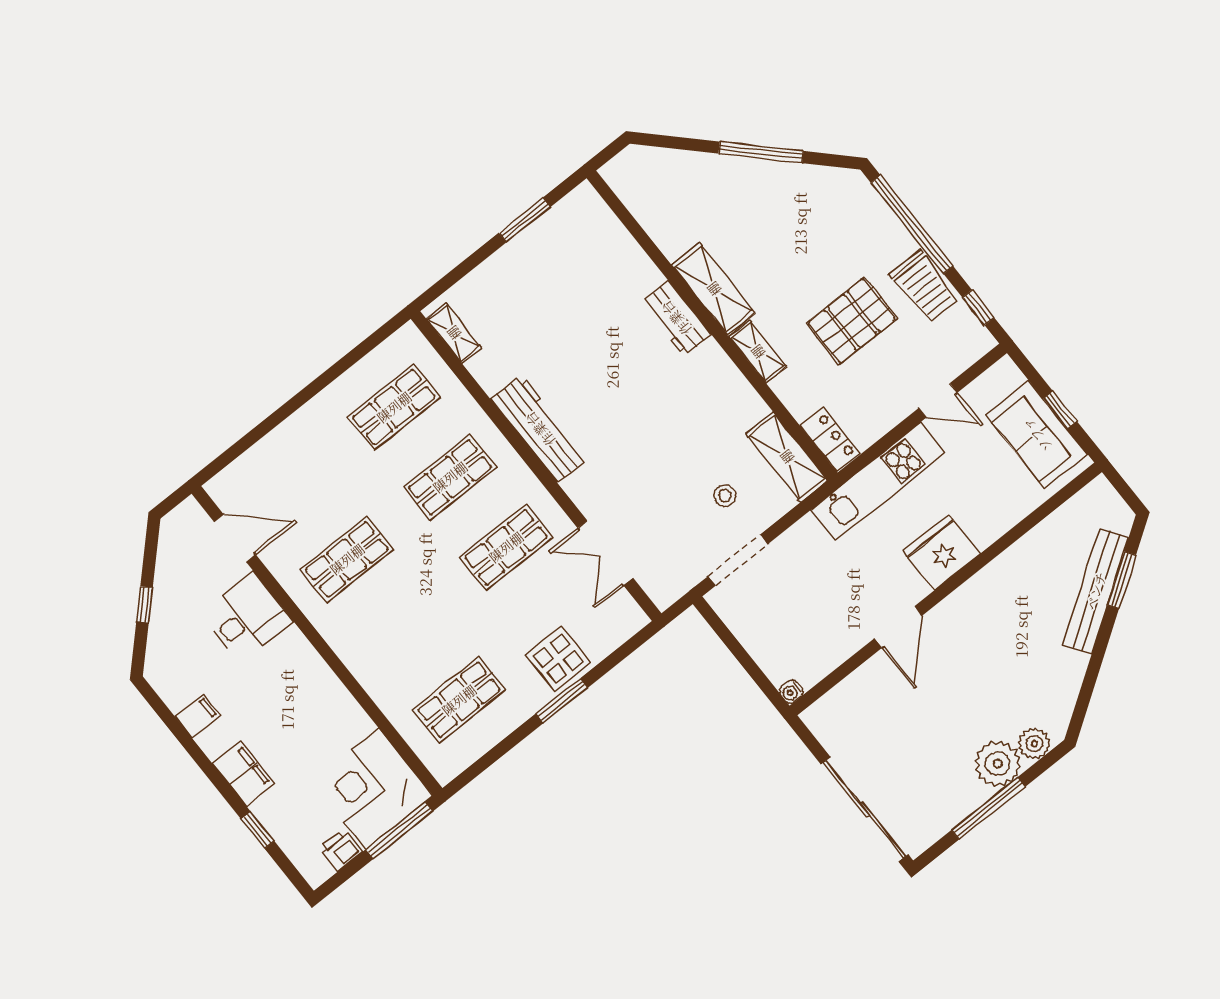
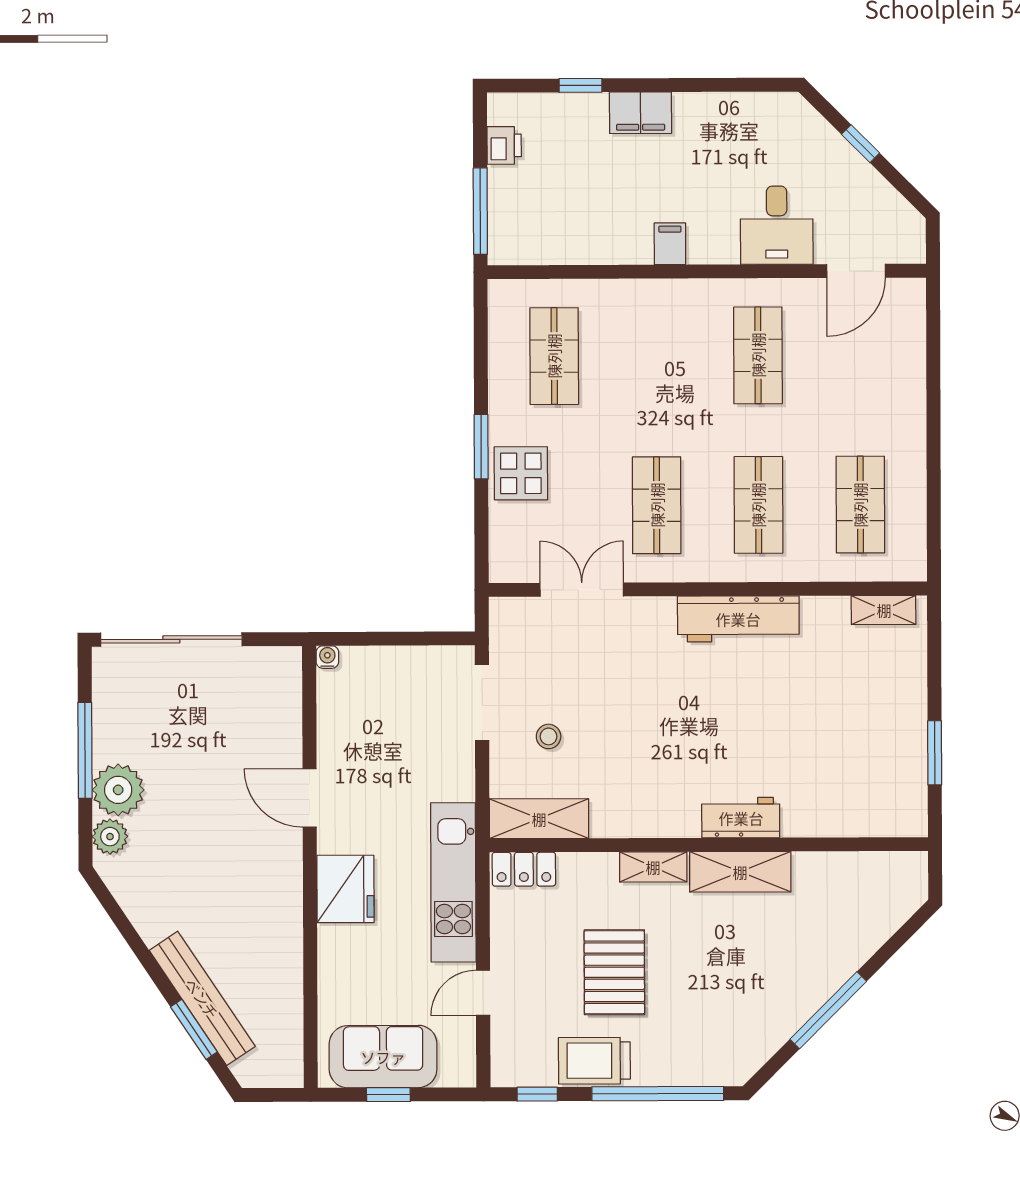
filing cabinet: (198, 716) -> (670, 244), moved, turned 180
corner desk: (372, 789) -> (536, 216), removed

